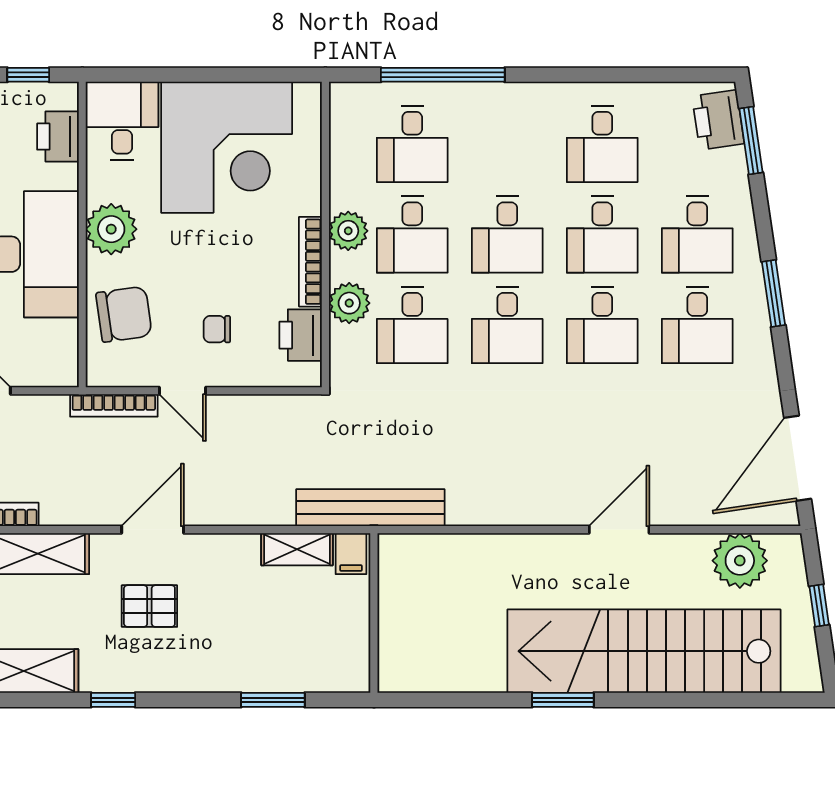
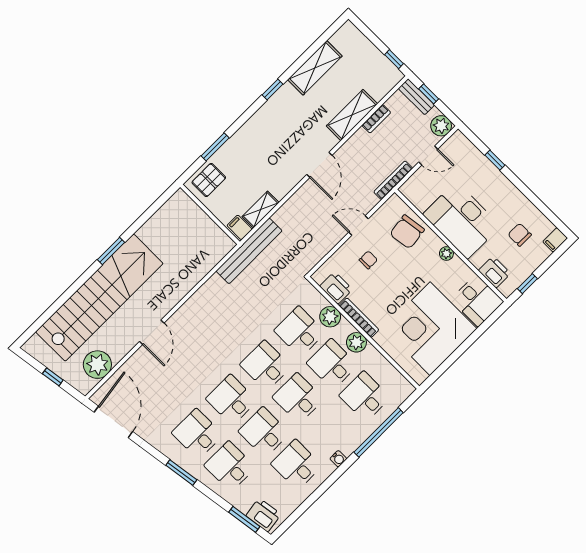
water cooler: (536, 94) -> (338, 459), added
plant: (111, 229) -> (446, 254), width x0.53, depth x0.53
bookcase: (114, 405) -> (393, 180), moved
pallet: (149, 606) -> (209, 180), moved

